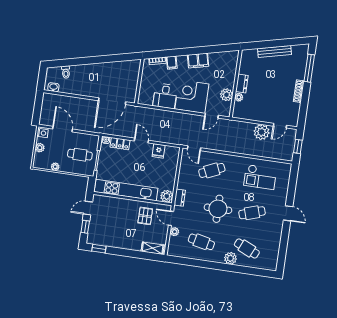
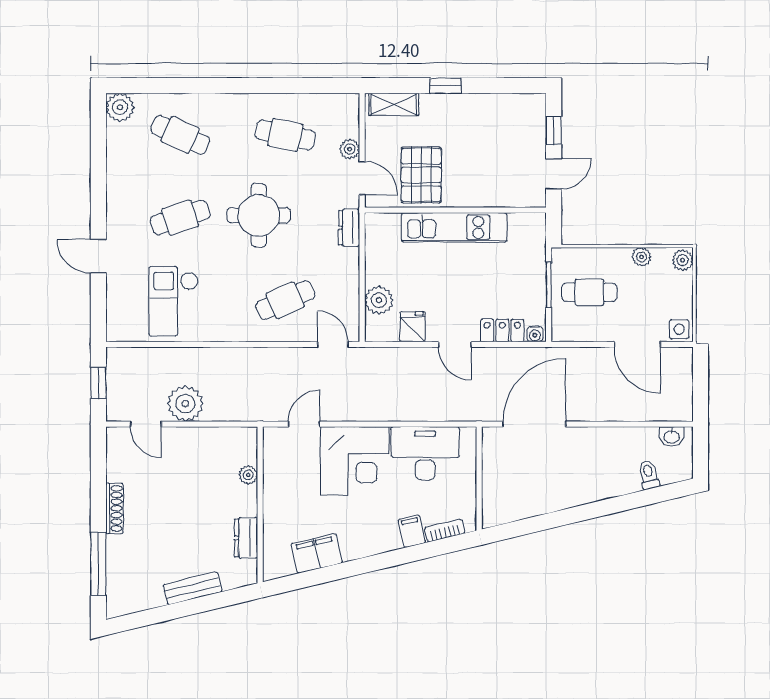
bench: (275, 51) -> (192, 588), width x0.73
filing cabinet: (198, 61) -> (317, 553), moved
dresser: (242, 84) -> (246, 538), moved
plant: (226, 95) -> (277, 477), removed
desk: (165, 96) -> (425, 453), width x1.37
door: (280, 126) -> (146, 424), swing flipped
plant: (40, 148) -> (683, 260), moved
checkout: (260, 177) -> (174, 301), turned -90
kitchen unit: (126, 190) -> (454, 227), width x0.73
plant: (167, 196) -> (379, 300), moved
door: (288, 213) -> (98, 256), moved
pallet: (145, 216) -> (421, 175), width x1.50, depth x1.42
window: (99, 249) -> (445, 86), moved
plant: (230, 258) -> (120, 107), moved

